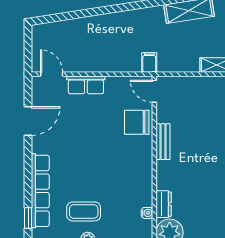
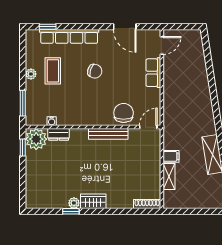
filing cabinet: (149, 62) -> (171, 156), moved
bench: (163, 142) -> (108, 134), width x1.36
chair: (84, 159) -> (95, 71), added

